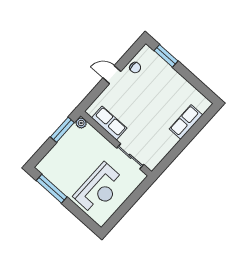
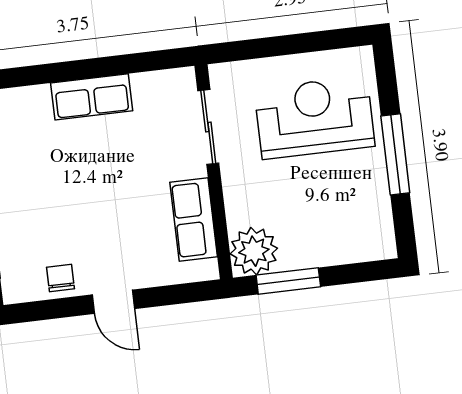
row of seats: (186, 122) -> (92, 97), moved
plant: (81, 123) -> (254, 251), width x1.88, depth x1.88
window: (52, 189) -> (395, 154), moved

